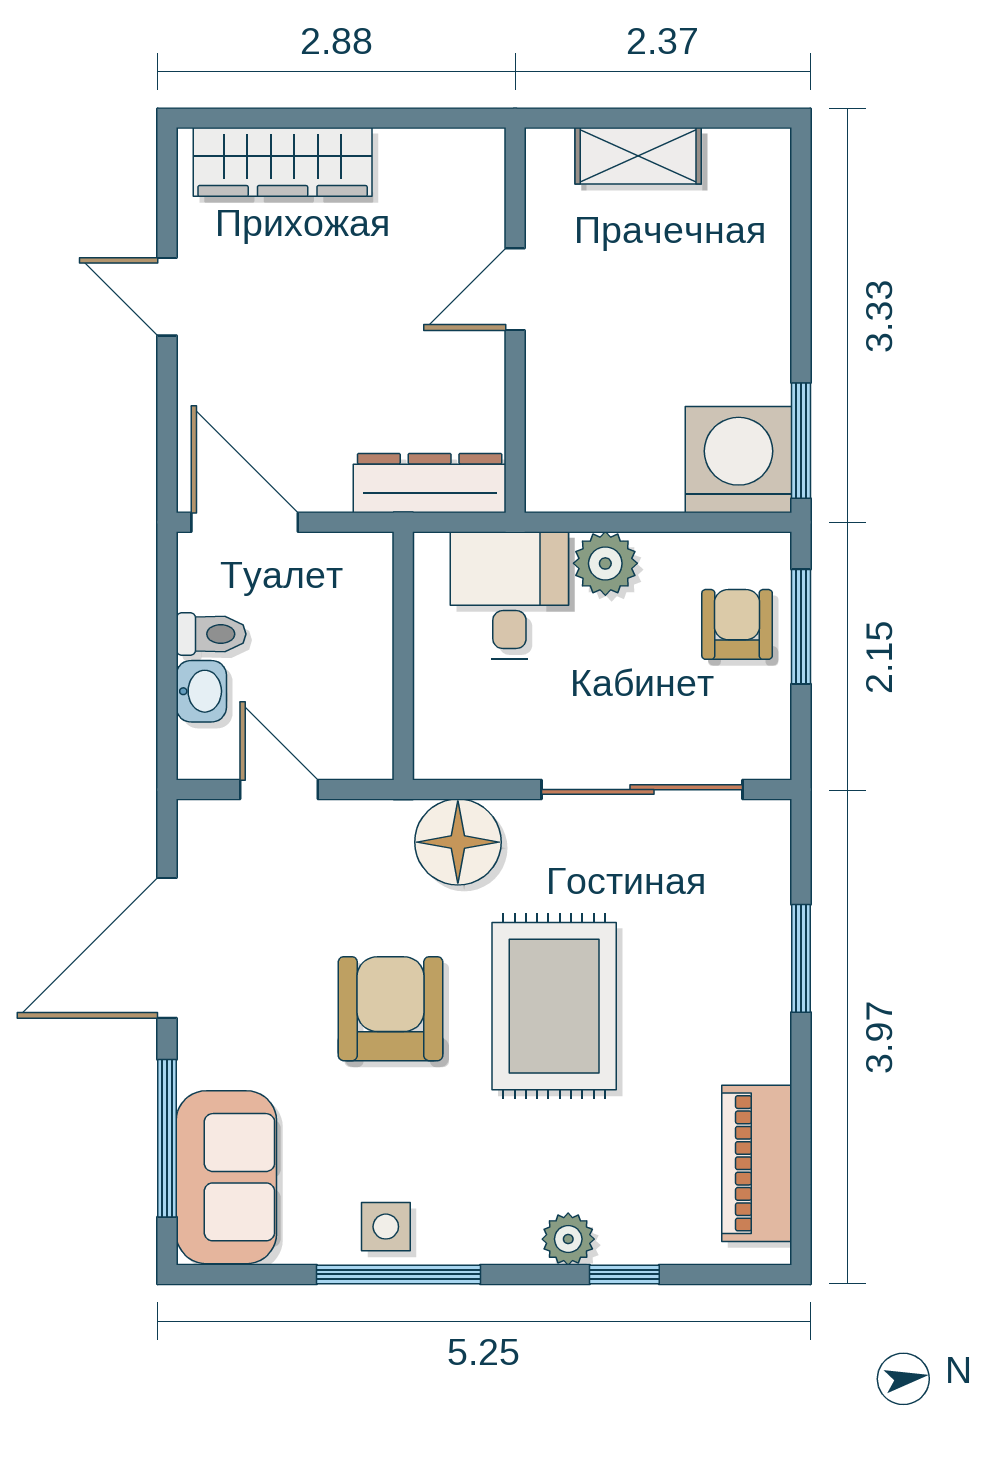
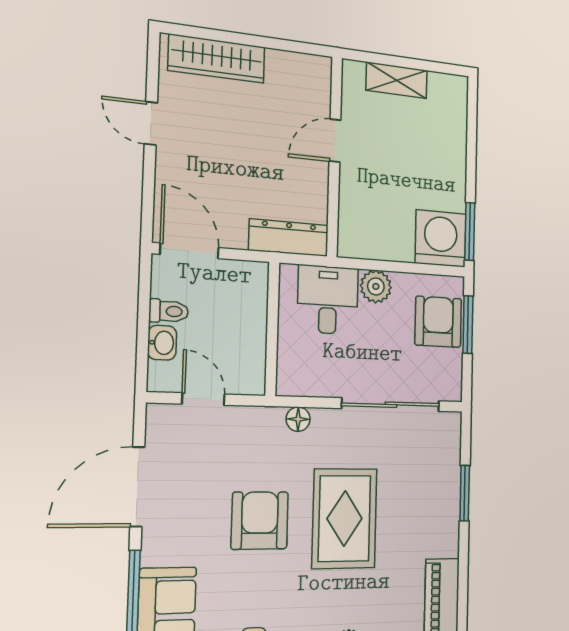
armchair: (737, 624) -> (438, 322), width x1.38, depth x1.38
floor lamp: (458, 842) -> (298, 419), width x0.53, depth x0.53

